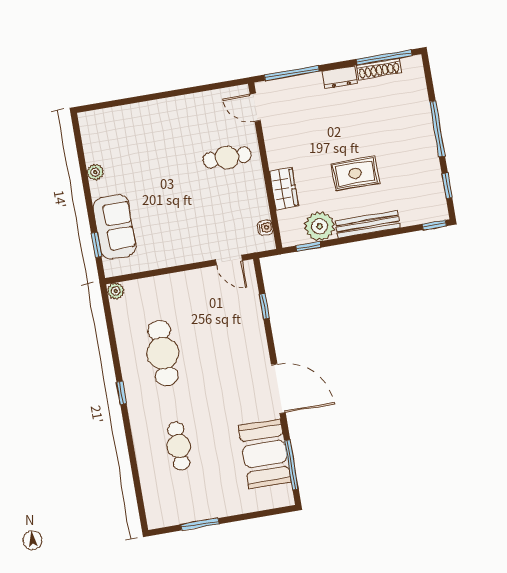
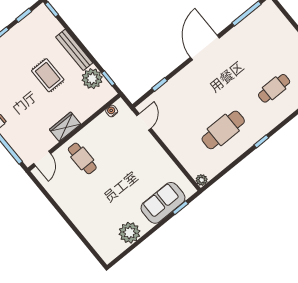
plant: (95, 172) -> (130, 233), width x1.88, depth x1.88
wardrobe: (284, 189) -> (65, 127), moved
booth: (265, 454) -> (249, 33), removed

